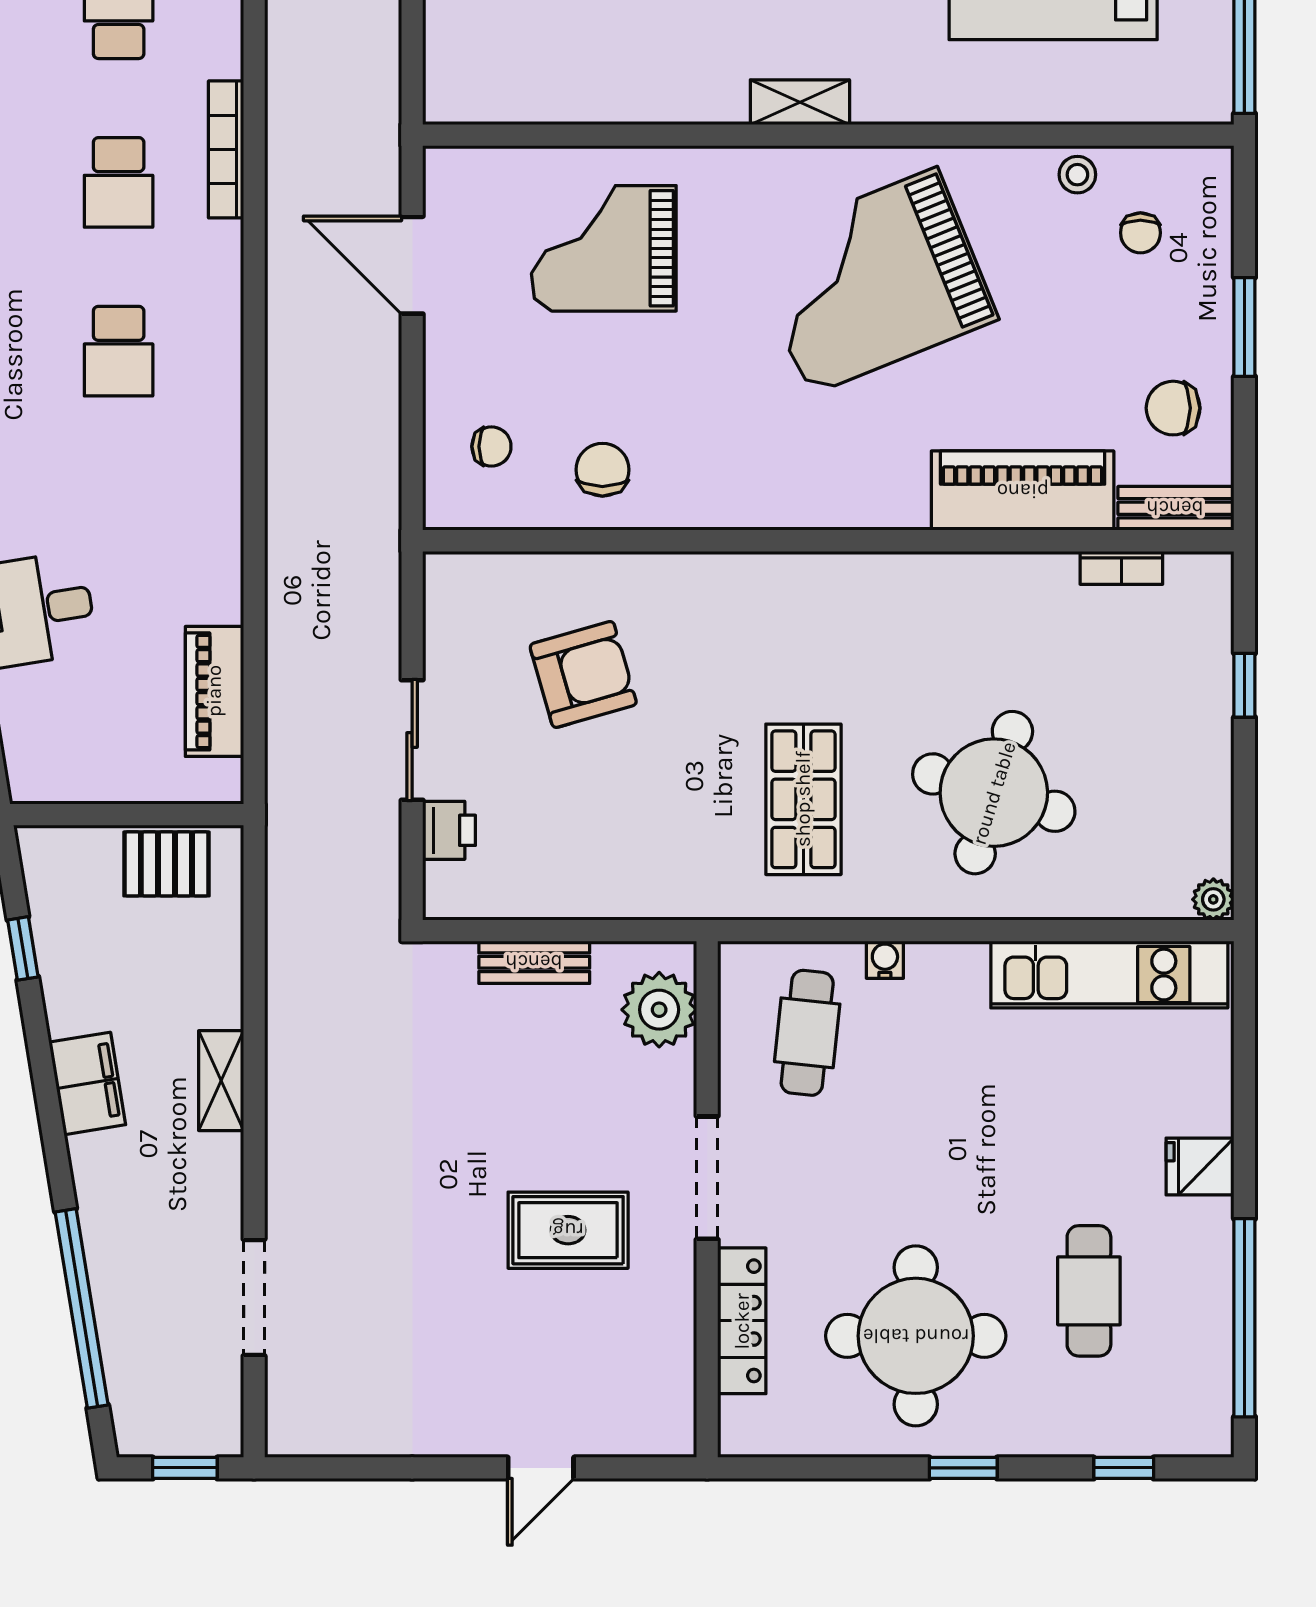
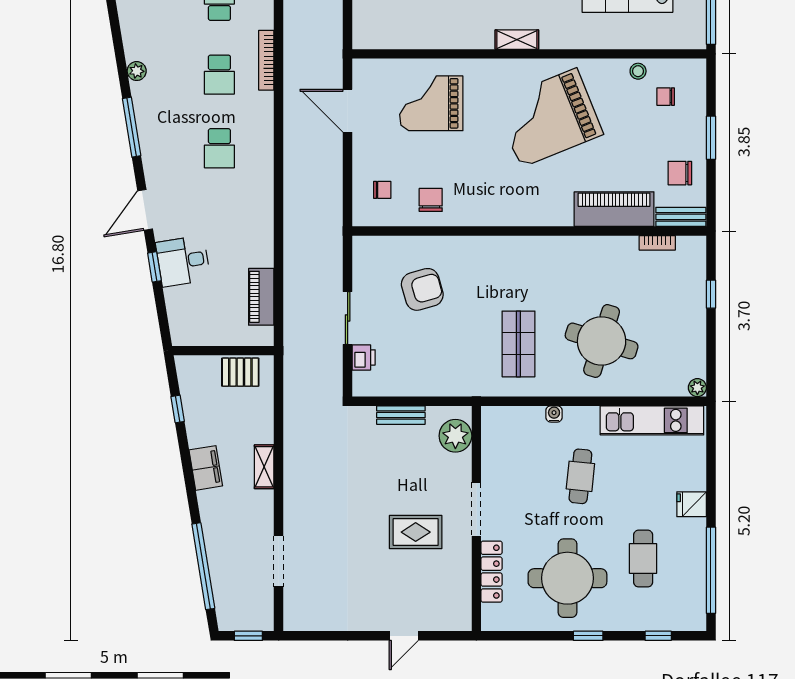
chair: (1140, 233) -> (666, 97), turned 90
cafe table: (807, 1033) -> (580, 476), moved

